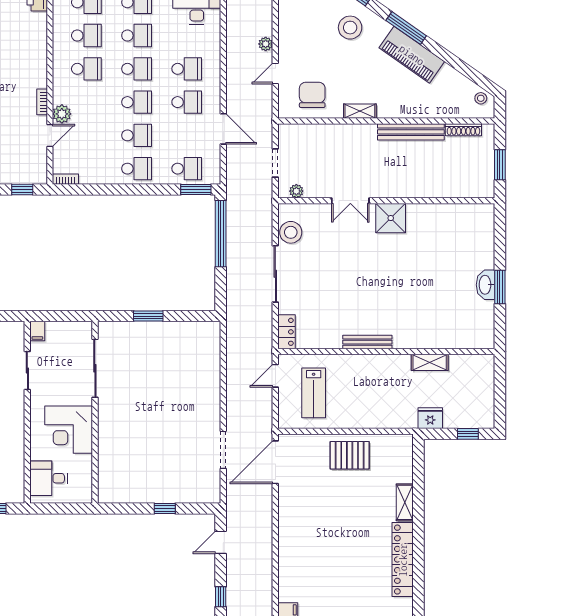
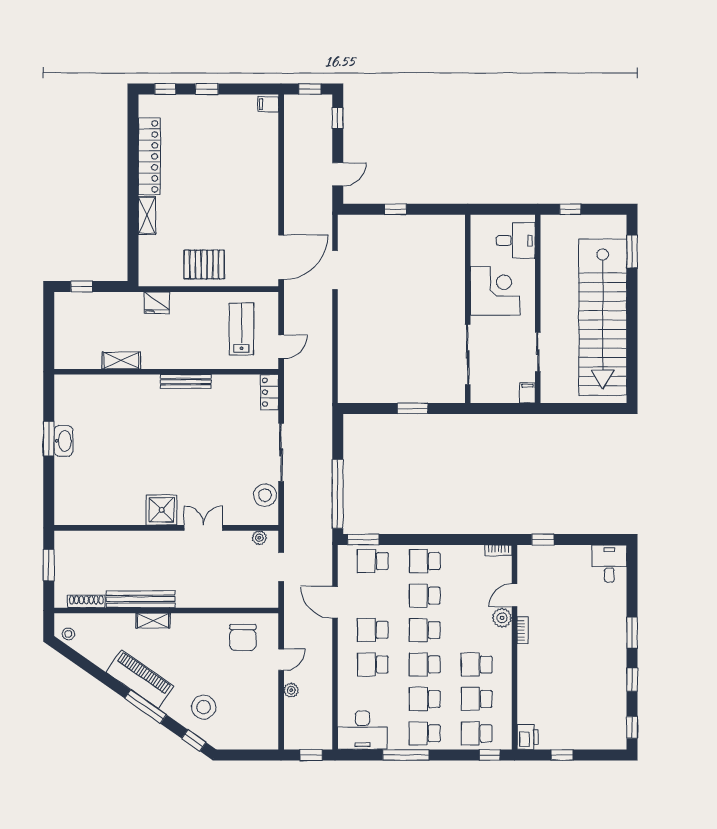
shelving: (360, 111) -> (153, 621), moved
fridge: (430, 418) -> (157, 303), moved

